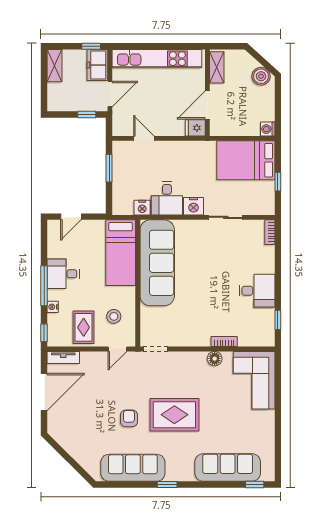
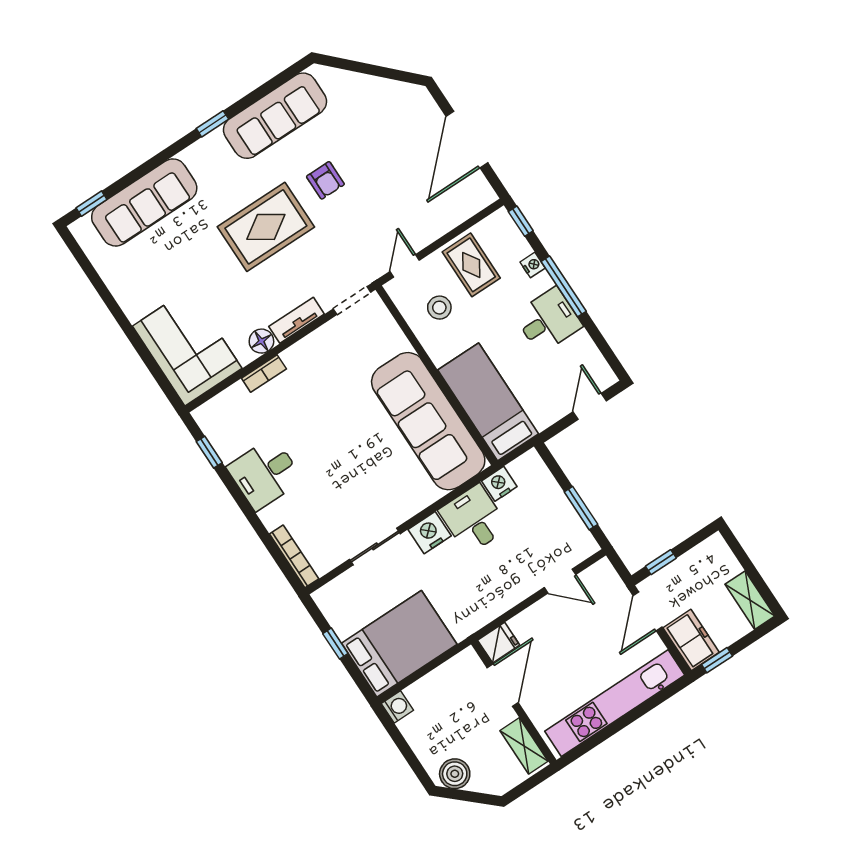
bookcase: (270, 232) -> (294, 556), width x1.56
tv unit: (63, 357) -> (297, 320), moved

